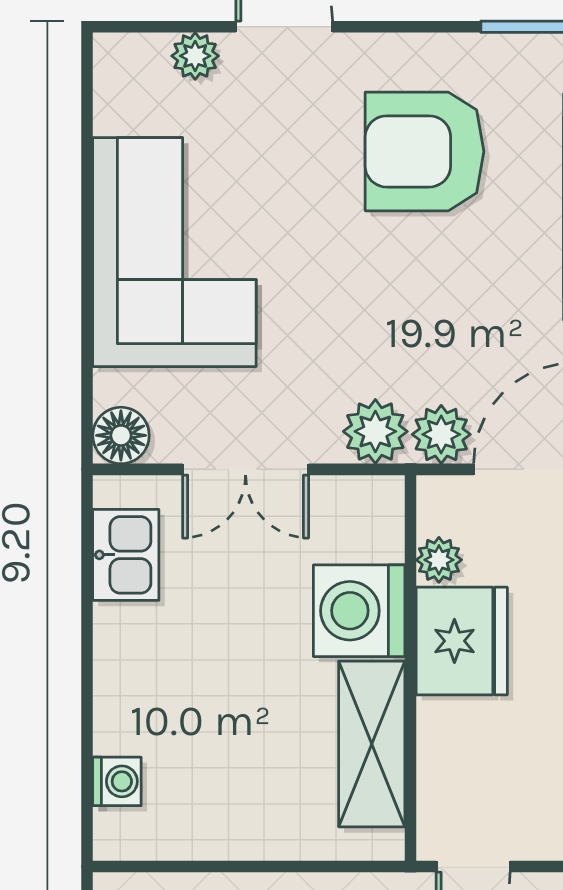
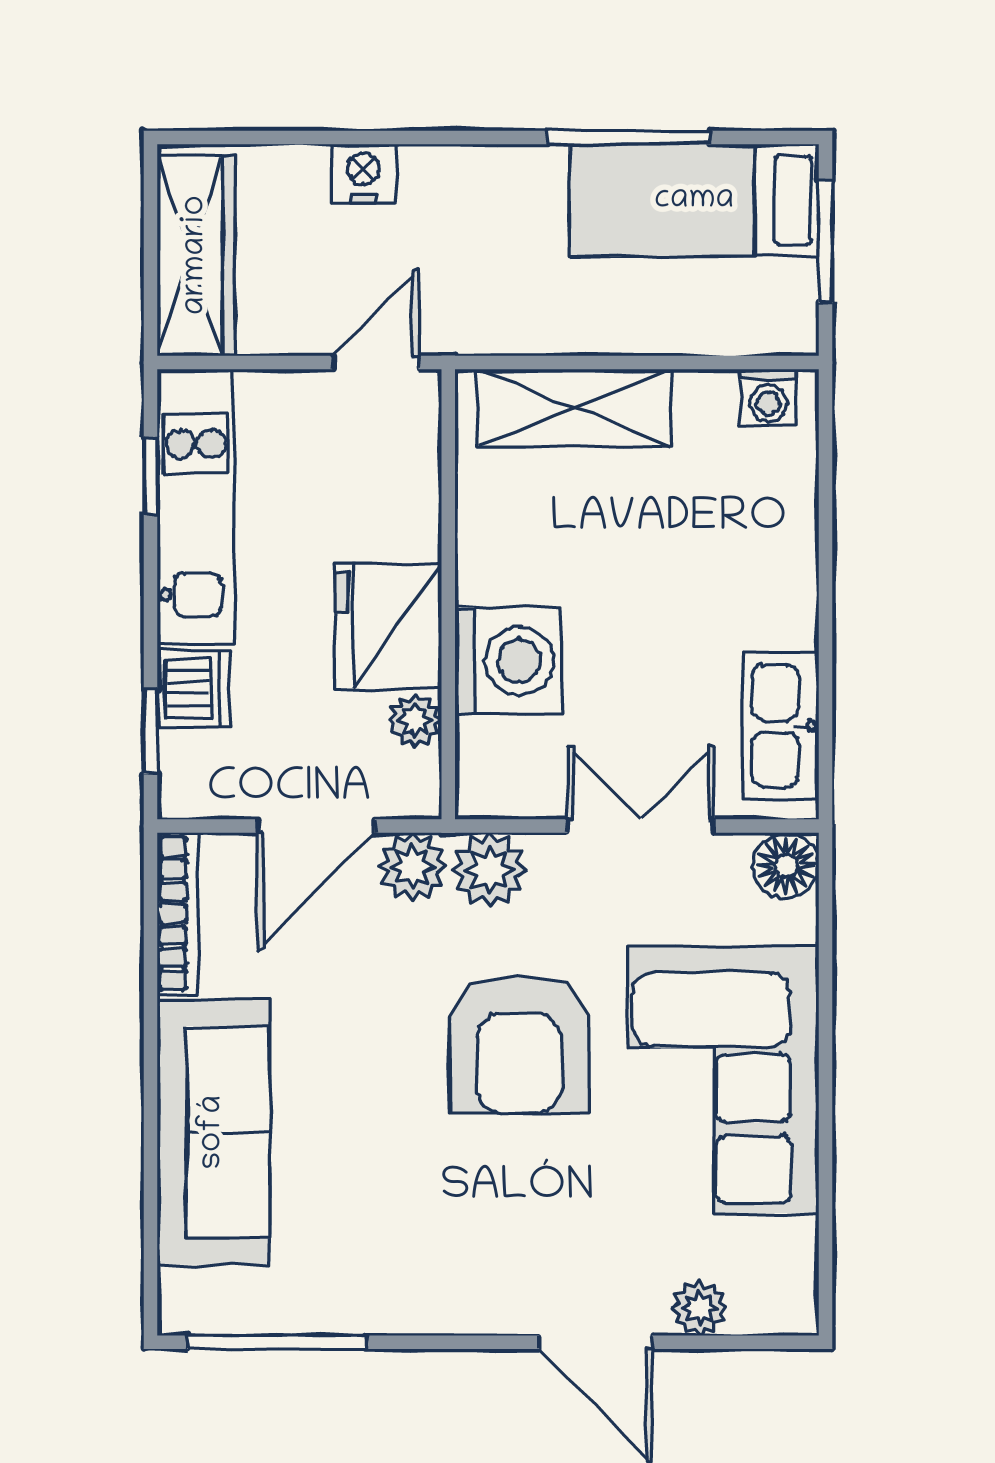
armchair: (425, 151) -> (519, 1044), moved, turned 90
kitchen sink: (126, 555) -> (780, 726), width x1.38
shelving: (372, 744) -> (574, 408), moved, turned 90
washing machine: (117, 781) -> (768, 398), moved, turned -90

